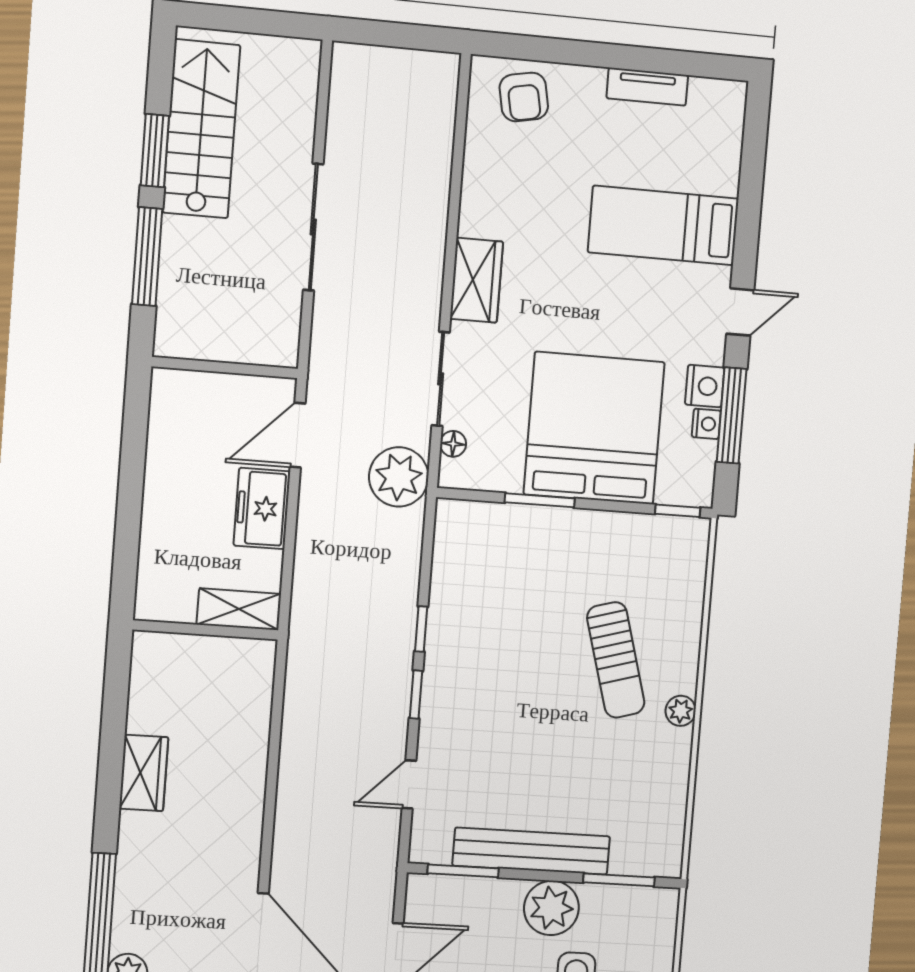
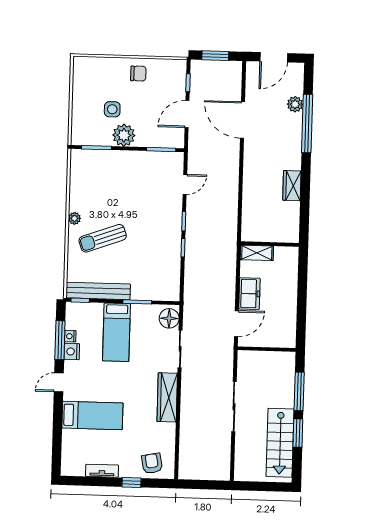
window: (577, 53) -> (132, 482), added
wardrobe: (476, 280) -> (167, 397), width x1.50
bed: (594, 428) -> (116, 332), width x0.49
floor lamp: (453, 444) -> (169, 318), width x1.89, depth x1.89
plant: (399, 477) -> (195, 309), removed
sun lounger: (616, 660) -> (103, 238), turned -94
bench: (531, 851) -> (98, 291), moved

